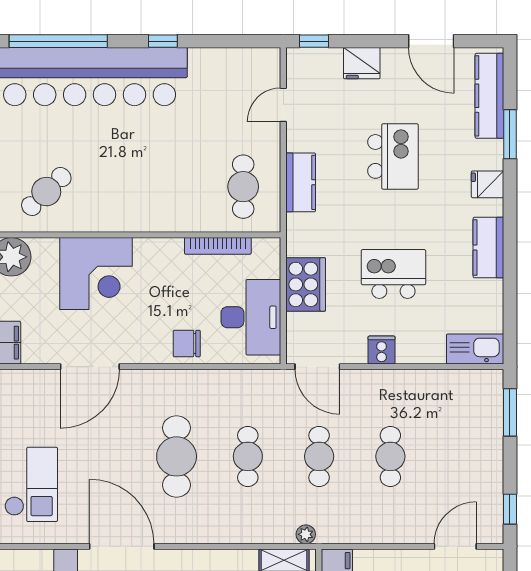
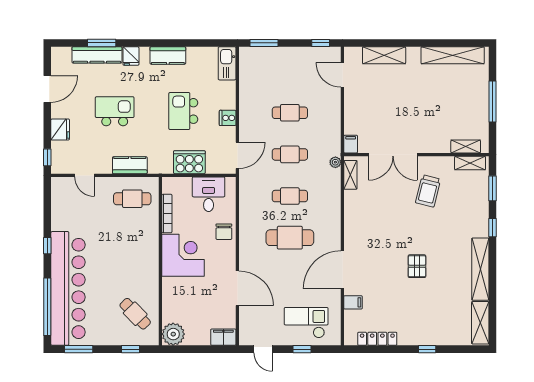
kitchen counter: (489, 96) -> (97, 55), moved
corner desk: (96, 274) -> (183, 255), moved
desk: (251, 317) -> (209, 194), width x0.73

